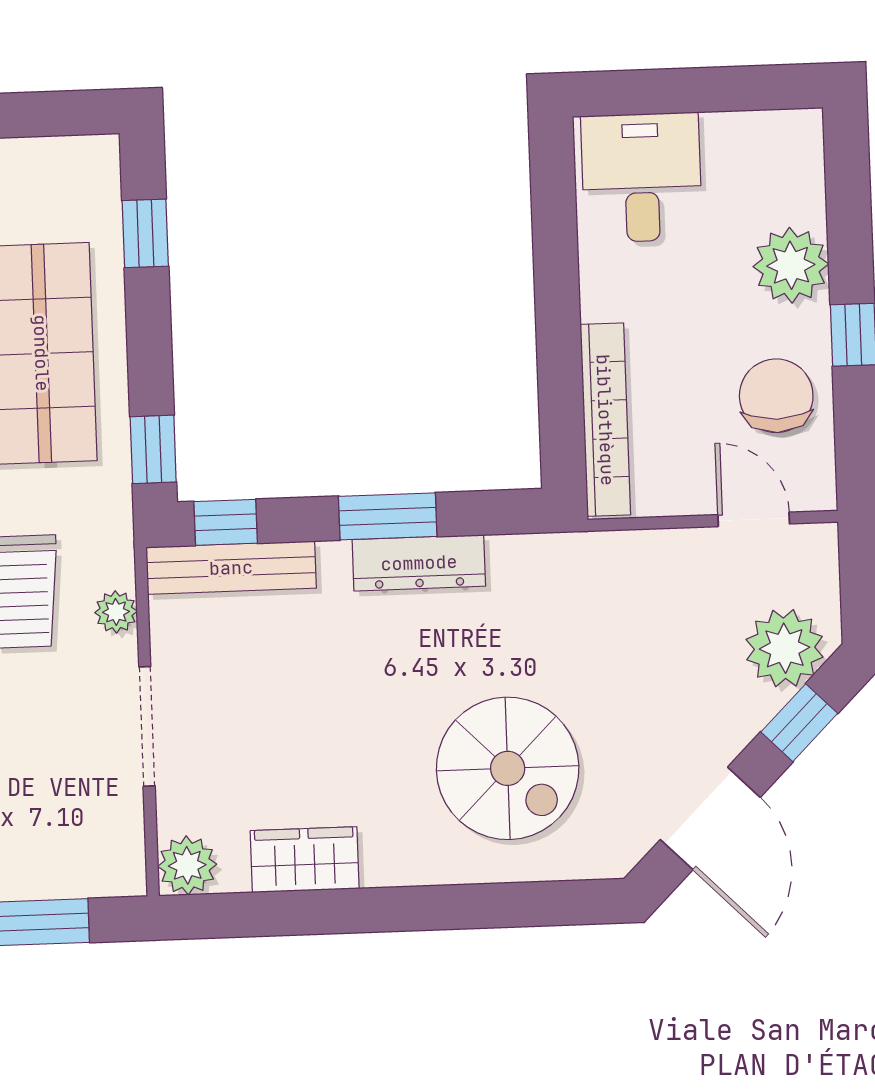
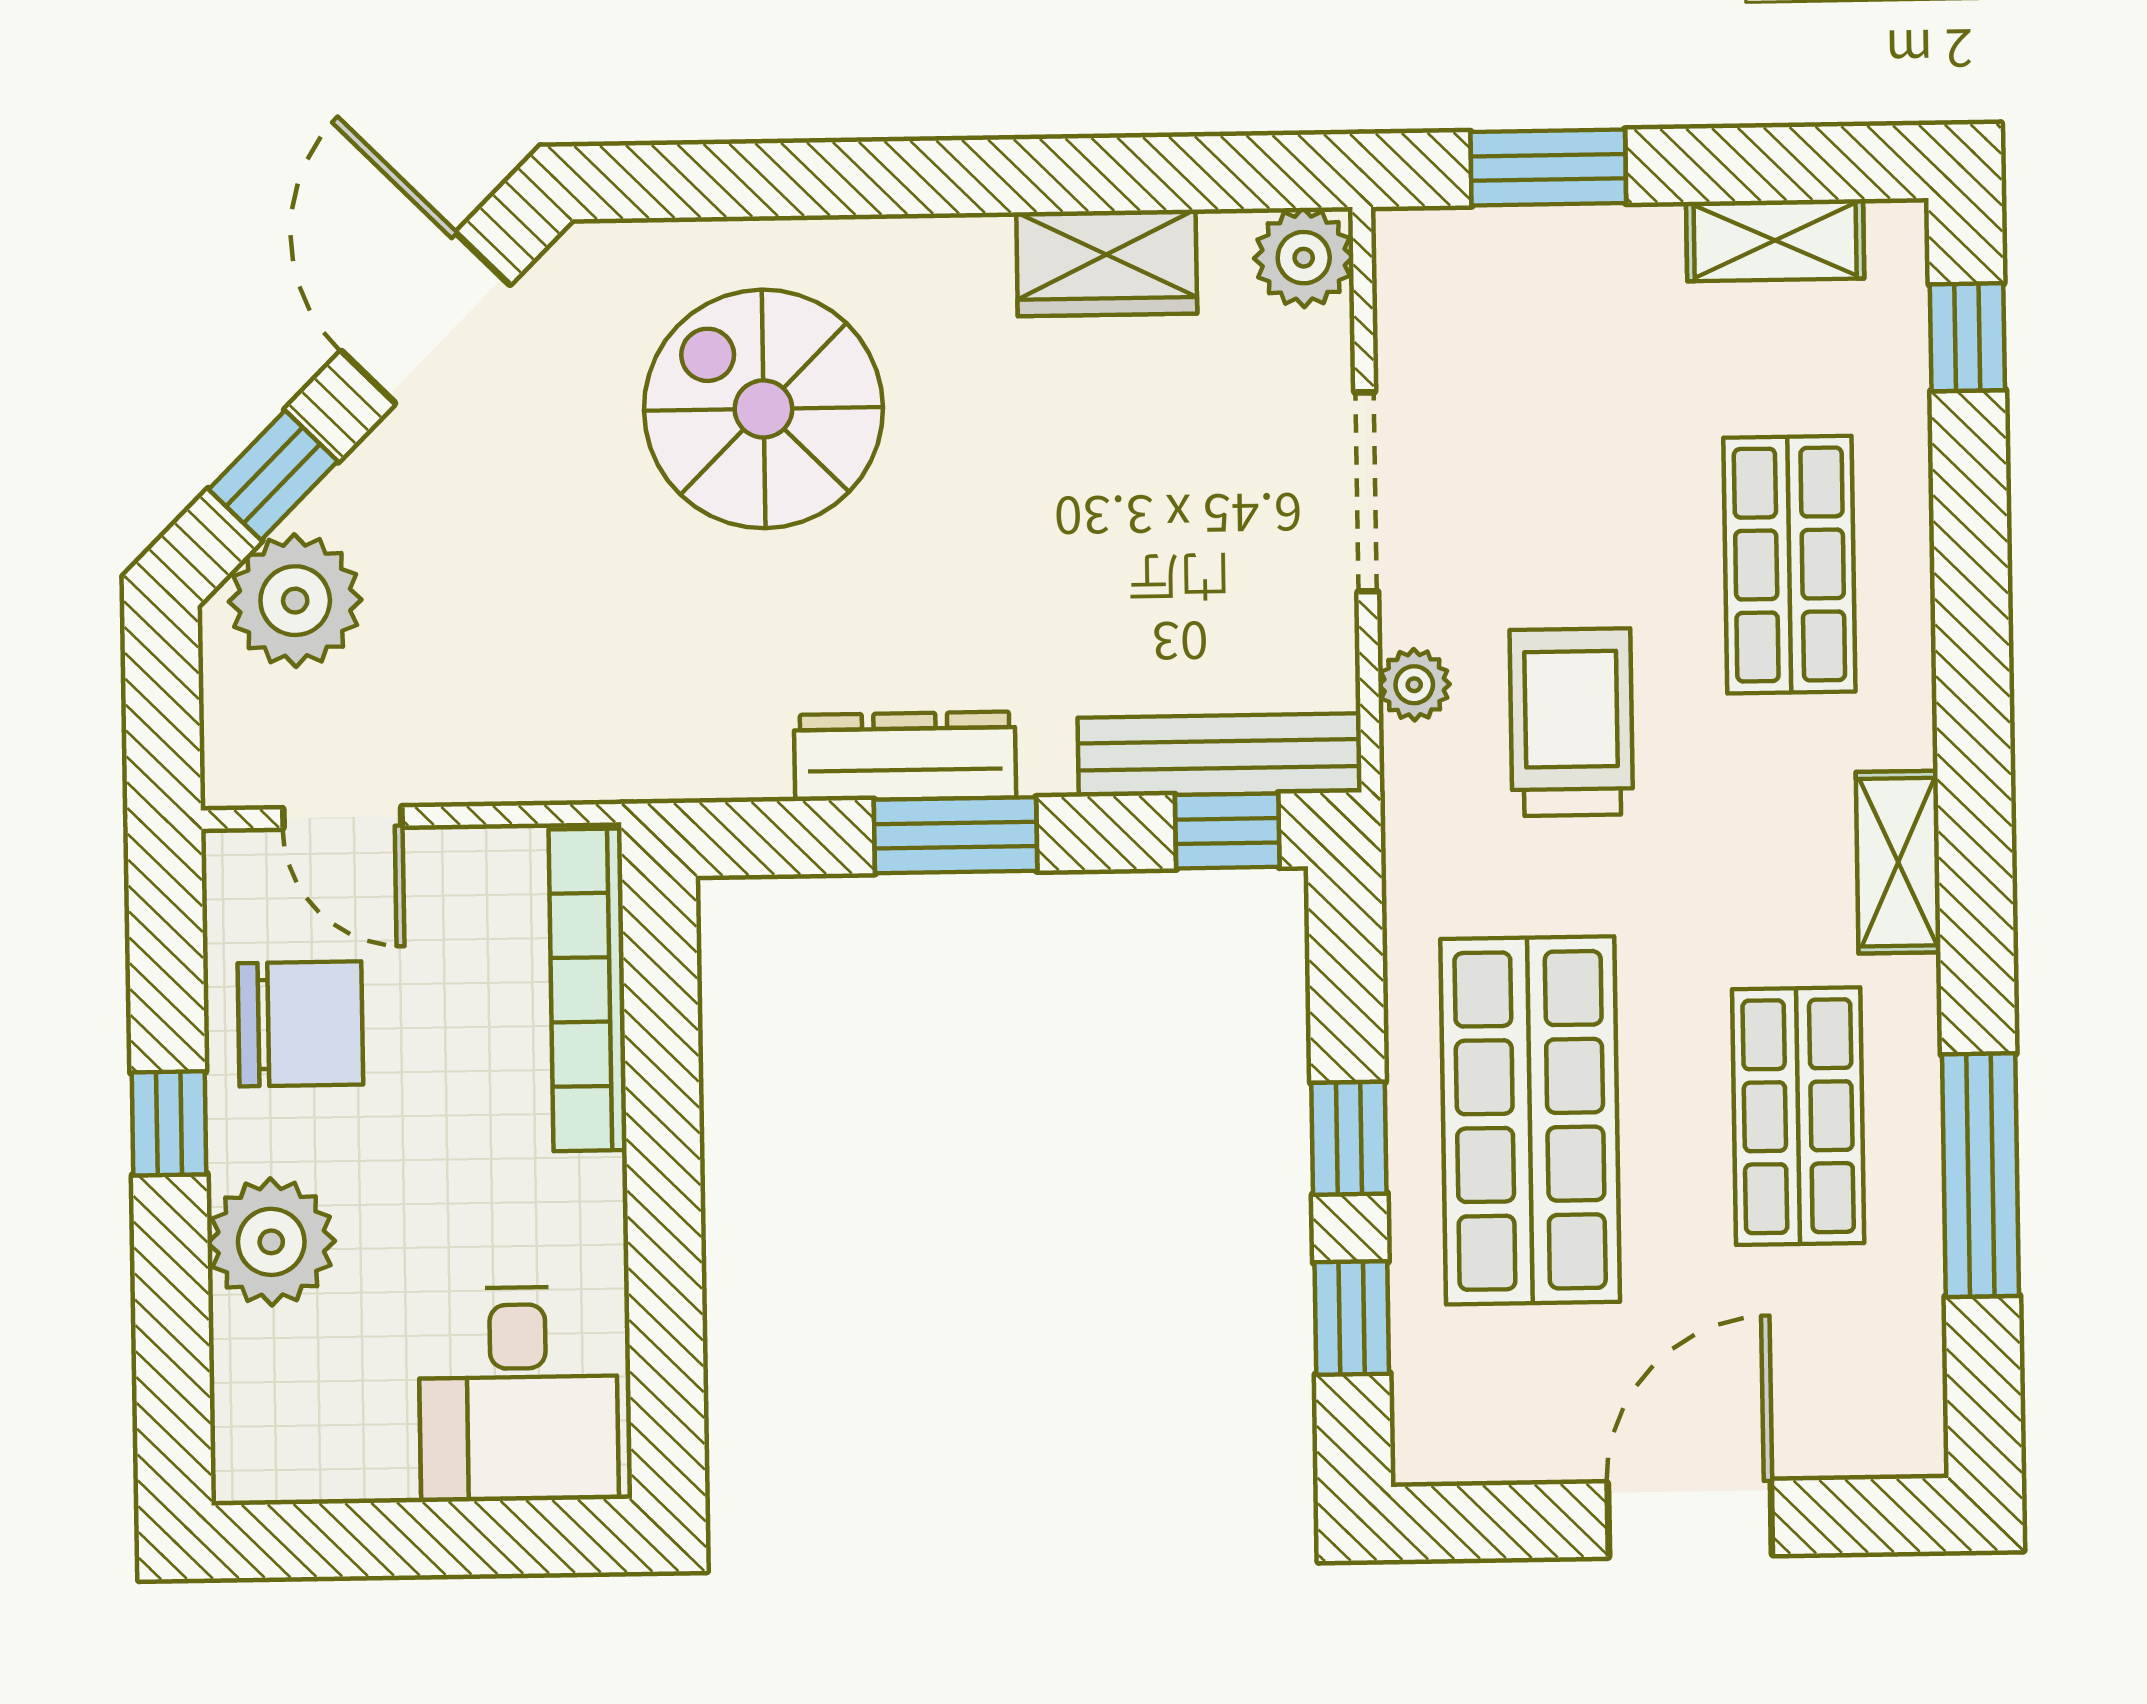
chair: (776, 396) -> (300, 1024), turned -90
window: (153, 449) -> (1349, 1138), moved

